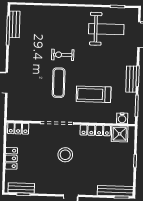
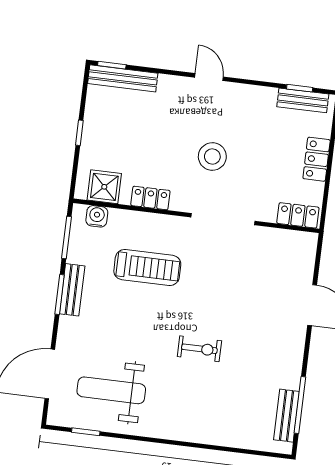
exercise mat: (59, 83) -> (212, 296), removed
locker: (95, 130) -> (150, 198), width x0.66

